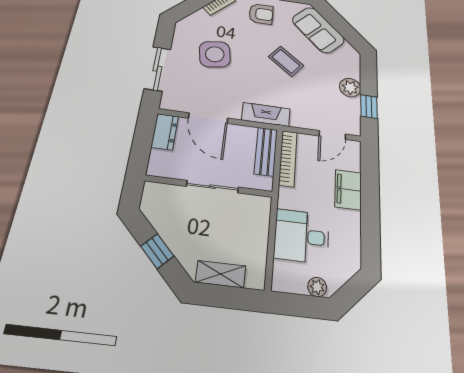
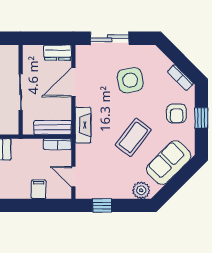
coffee table: (286, 61) -> (133, 137), width x1.36, depth x1.30
plant: (350, 88) -> (141, 190), moved
bookcase: (288, 158) -> (57, 144), width x0.64
filing cabinet: (348, 190) -> (39, 189), width x0.50

